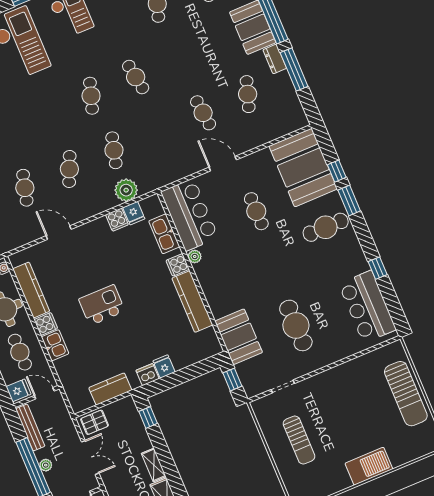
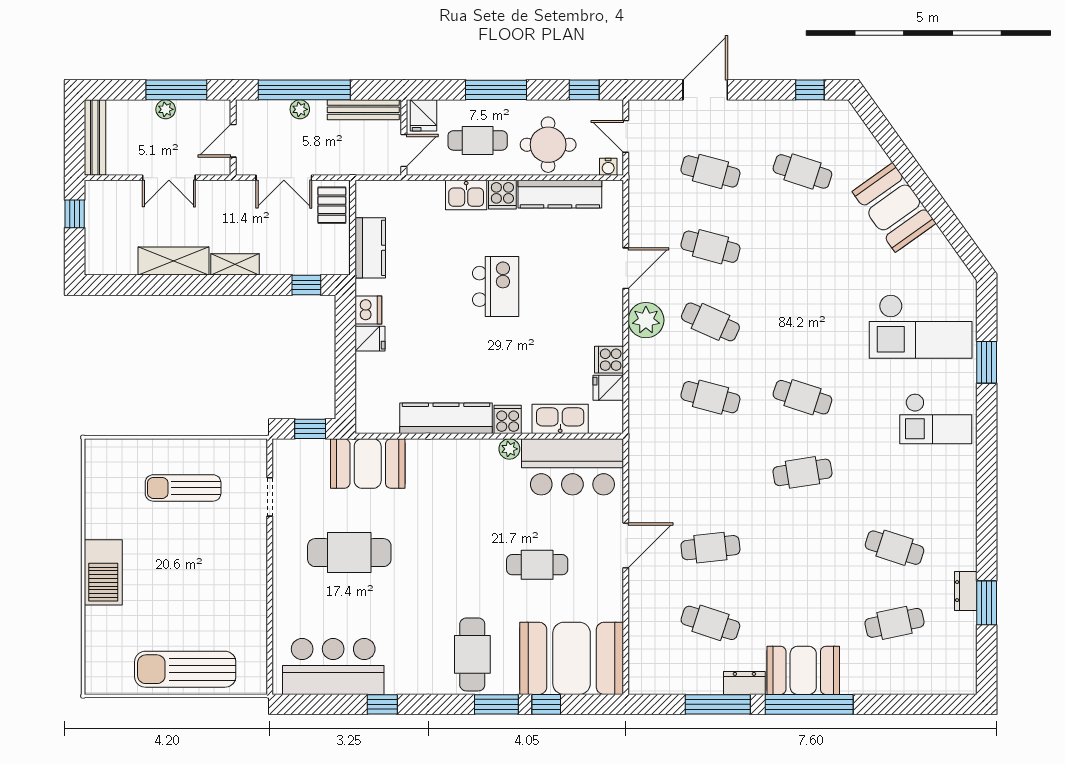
plant: (126, 190) -> (646, 320), moved

